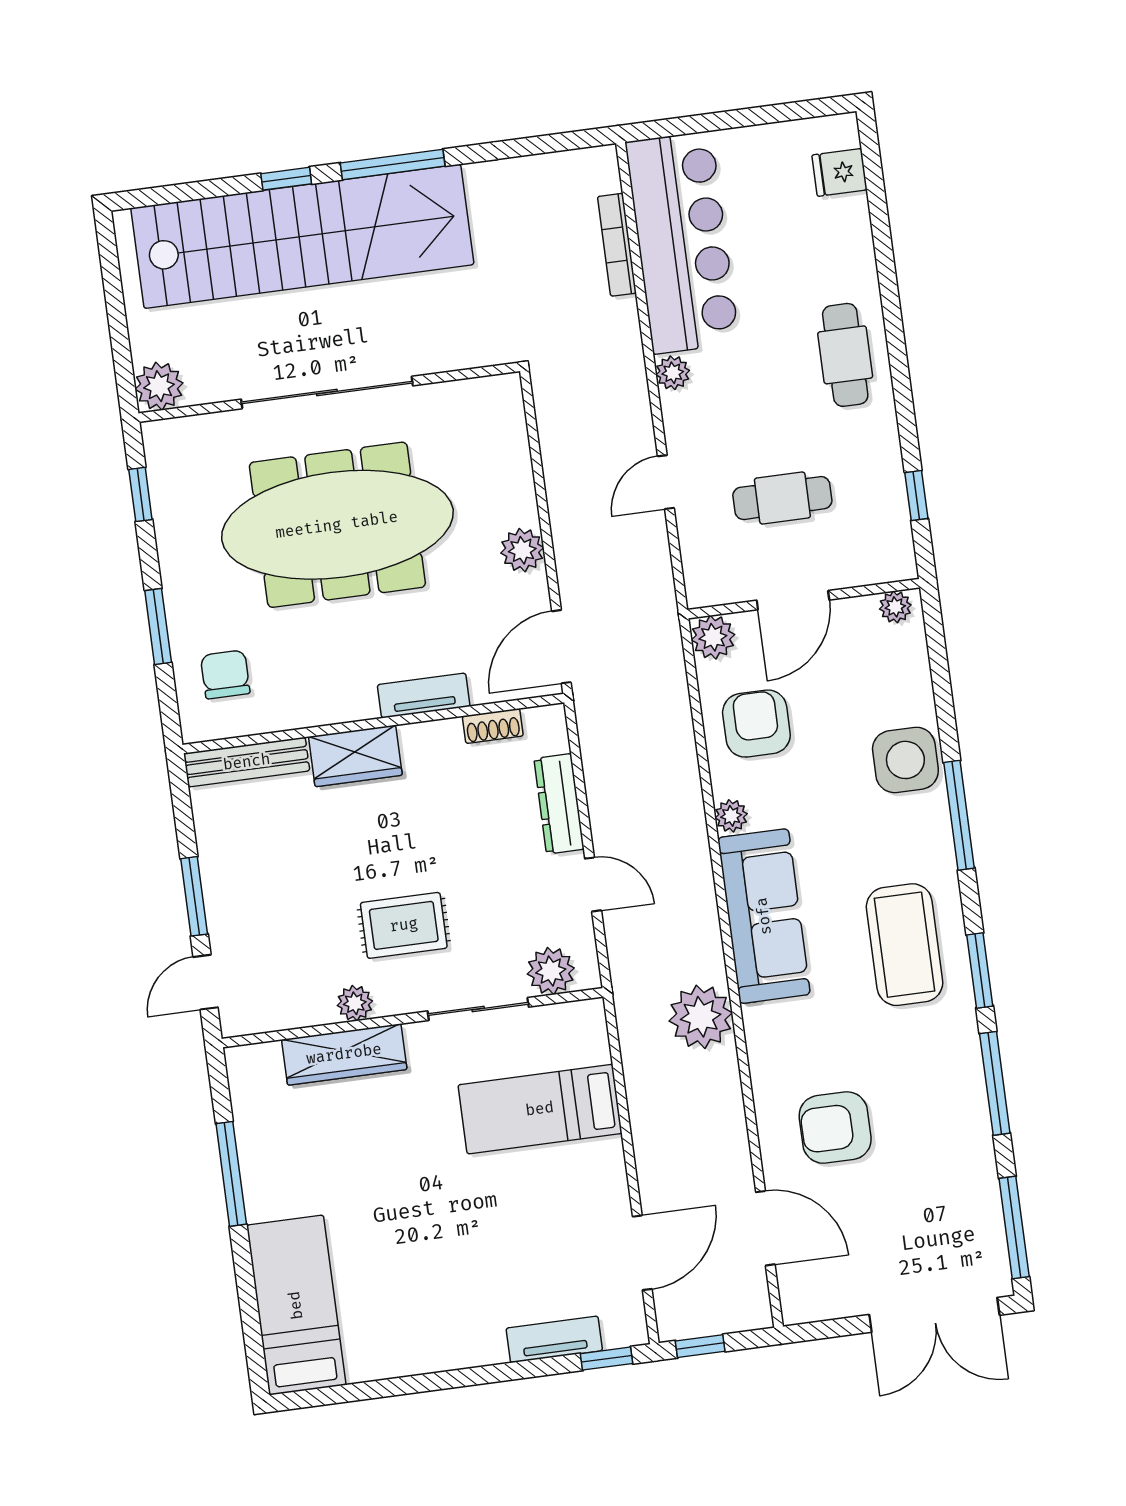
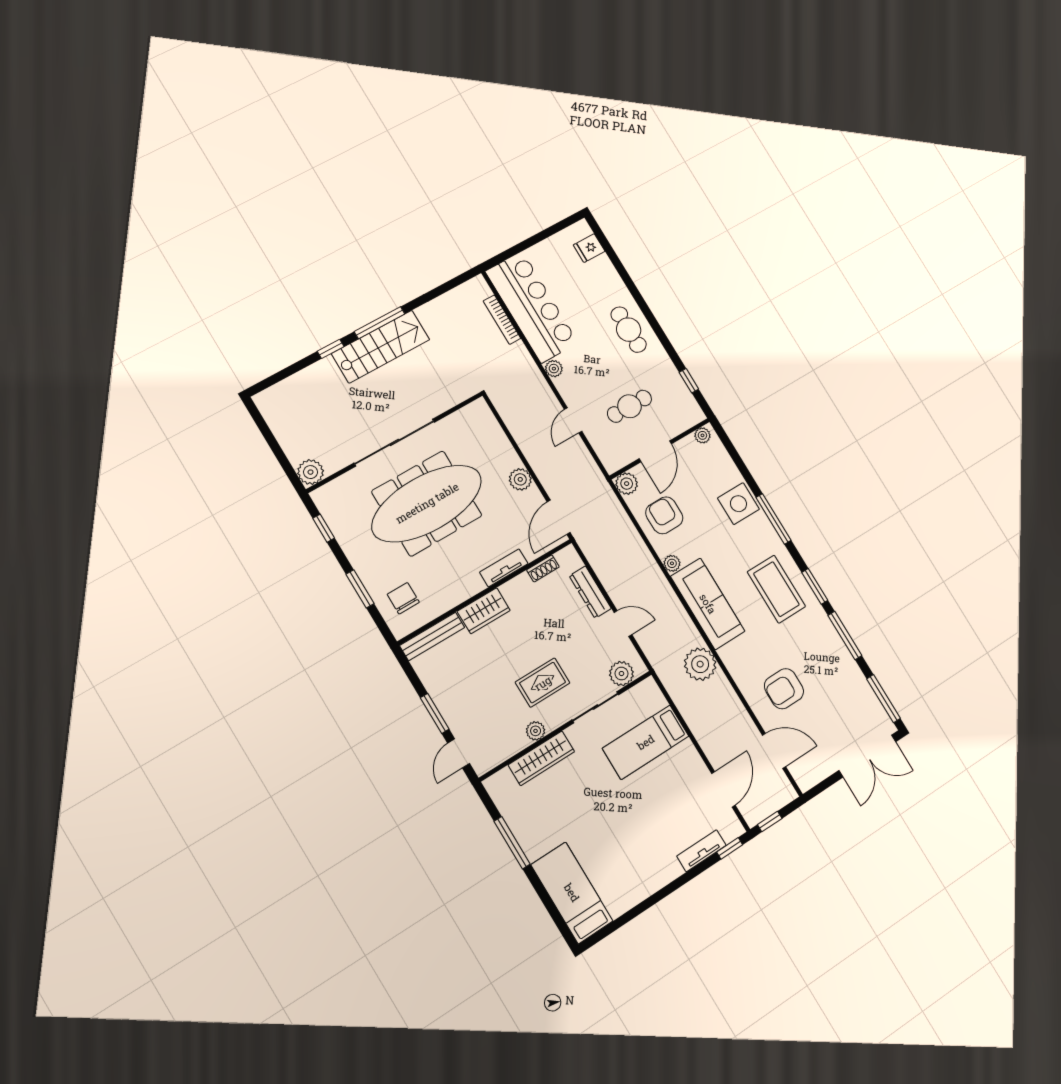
stairs: (302, 236) -> (381, 347), width x0.54, depth x0.66

